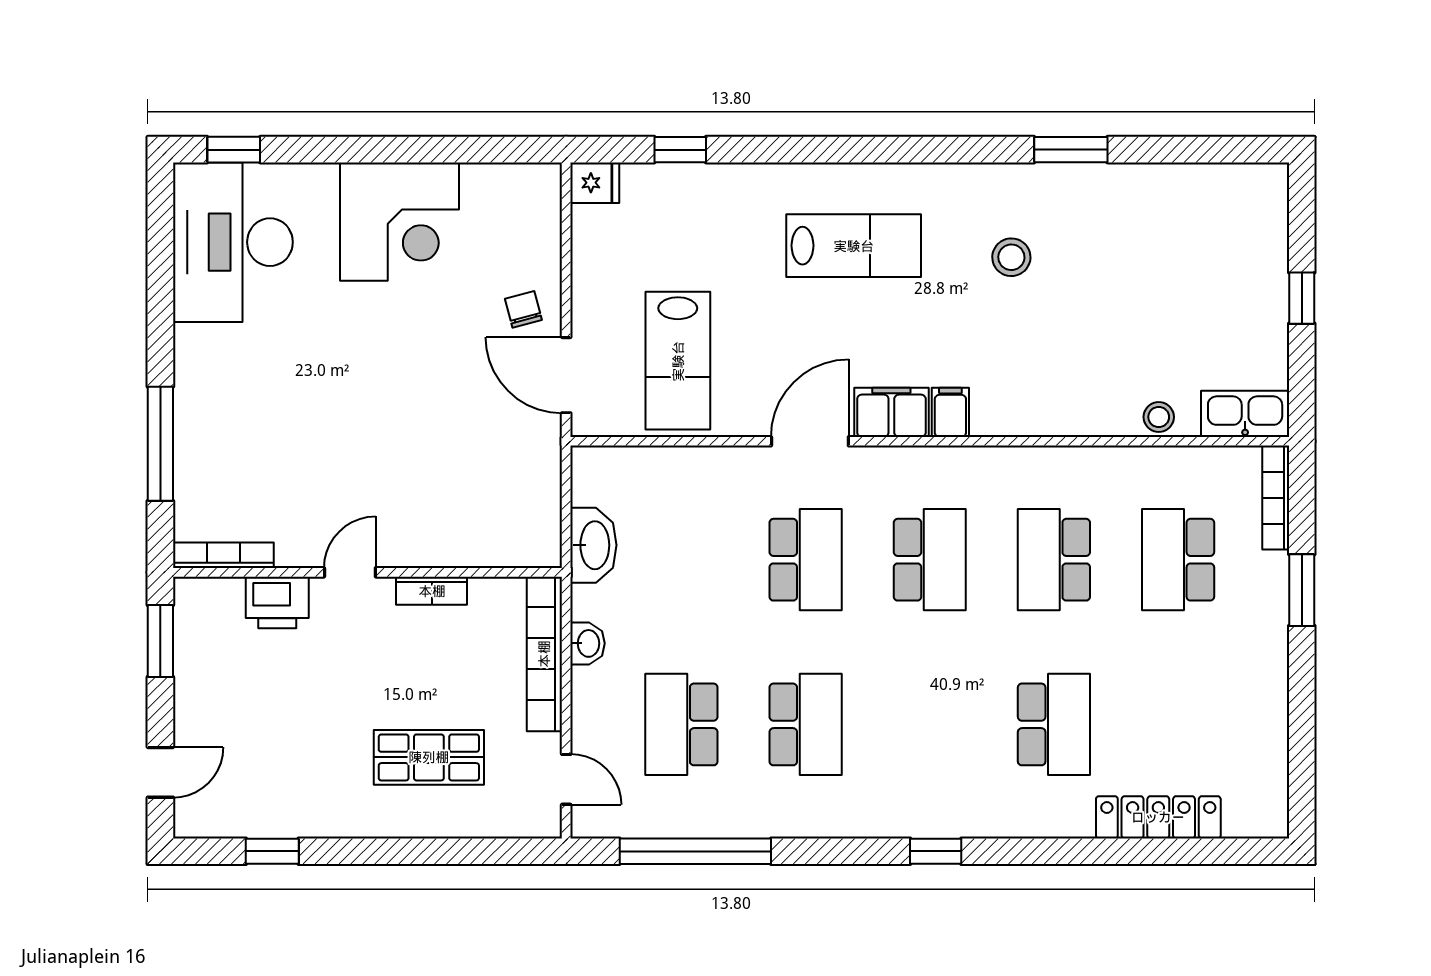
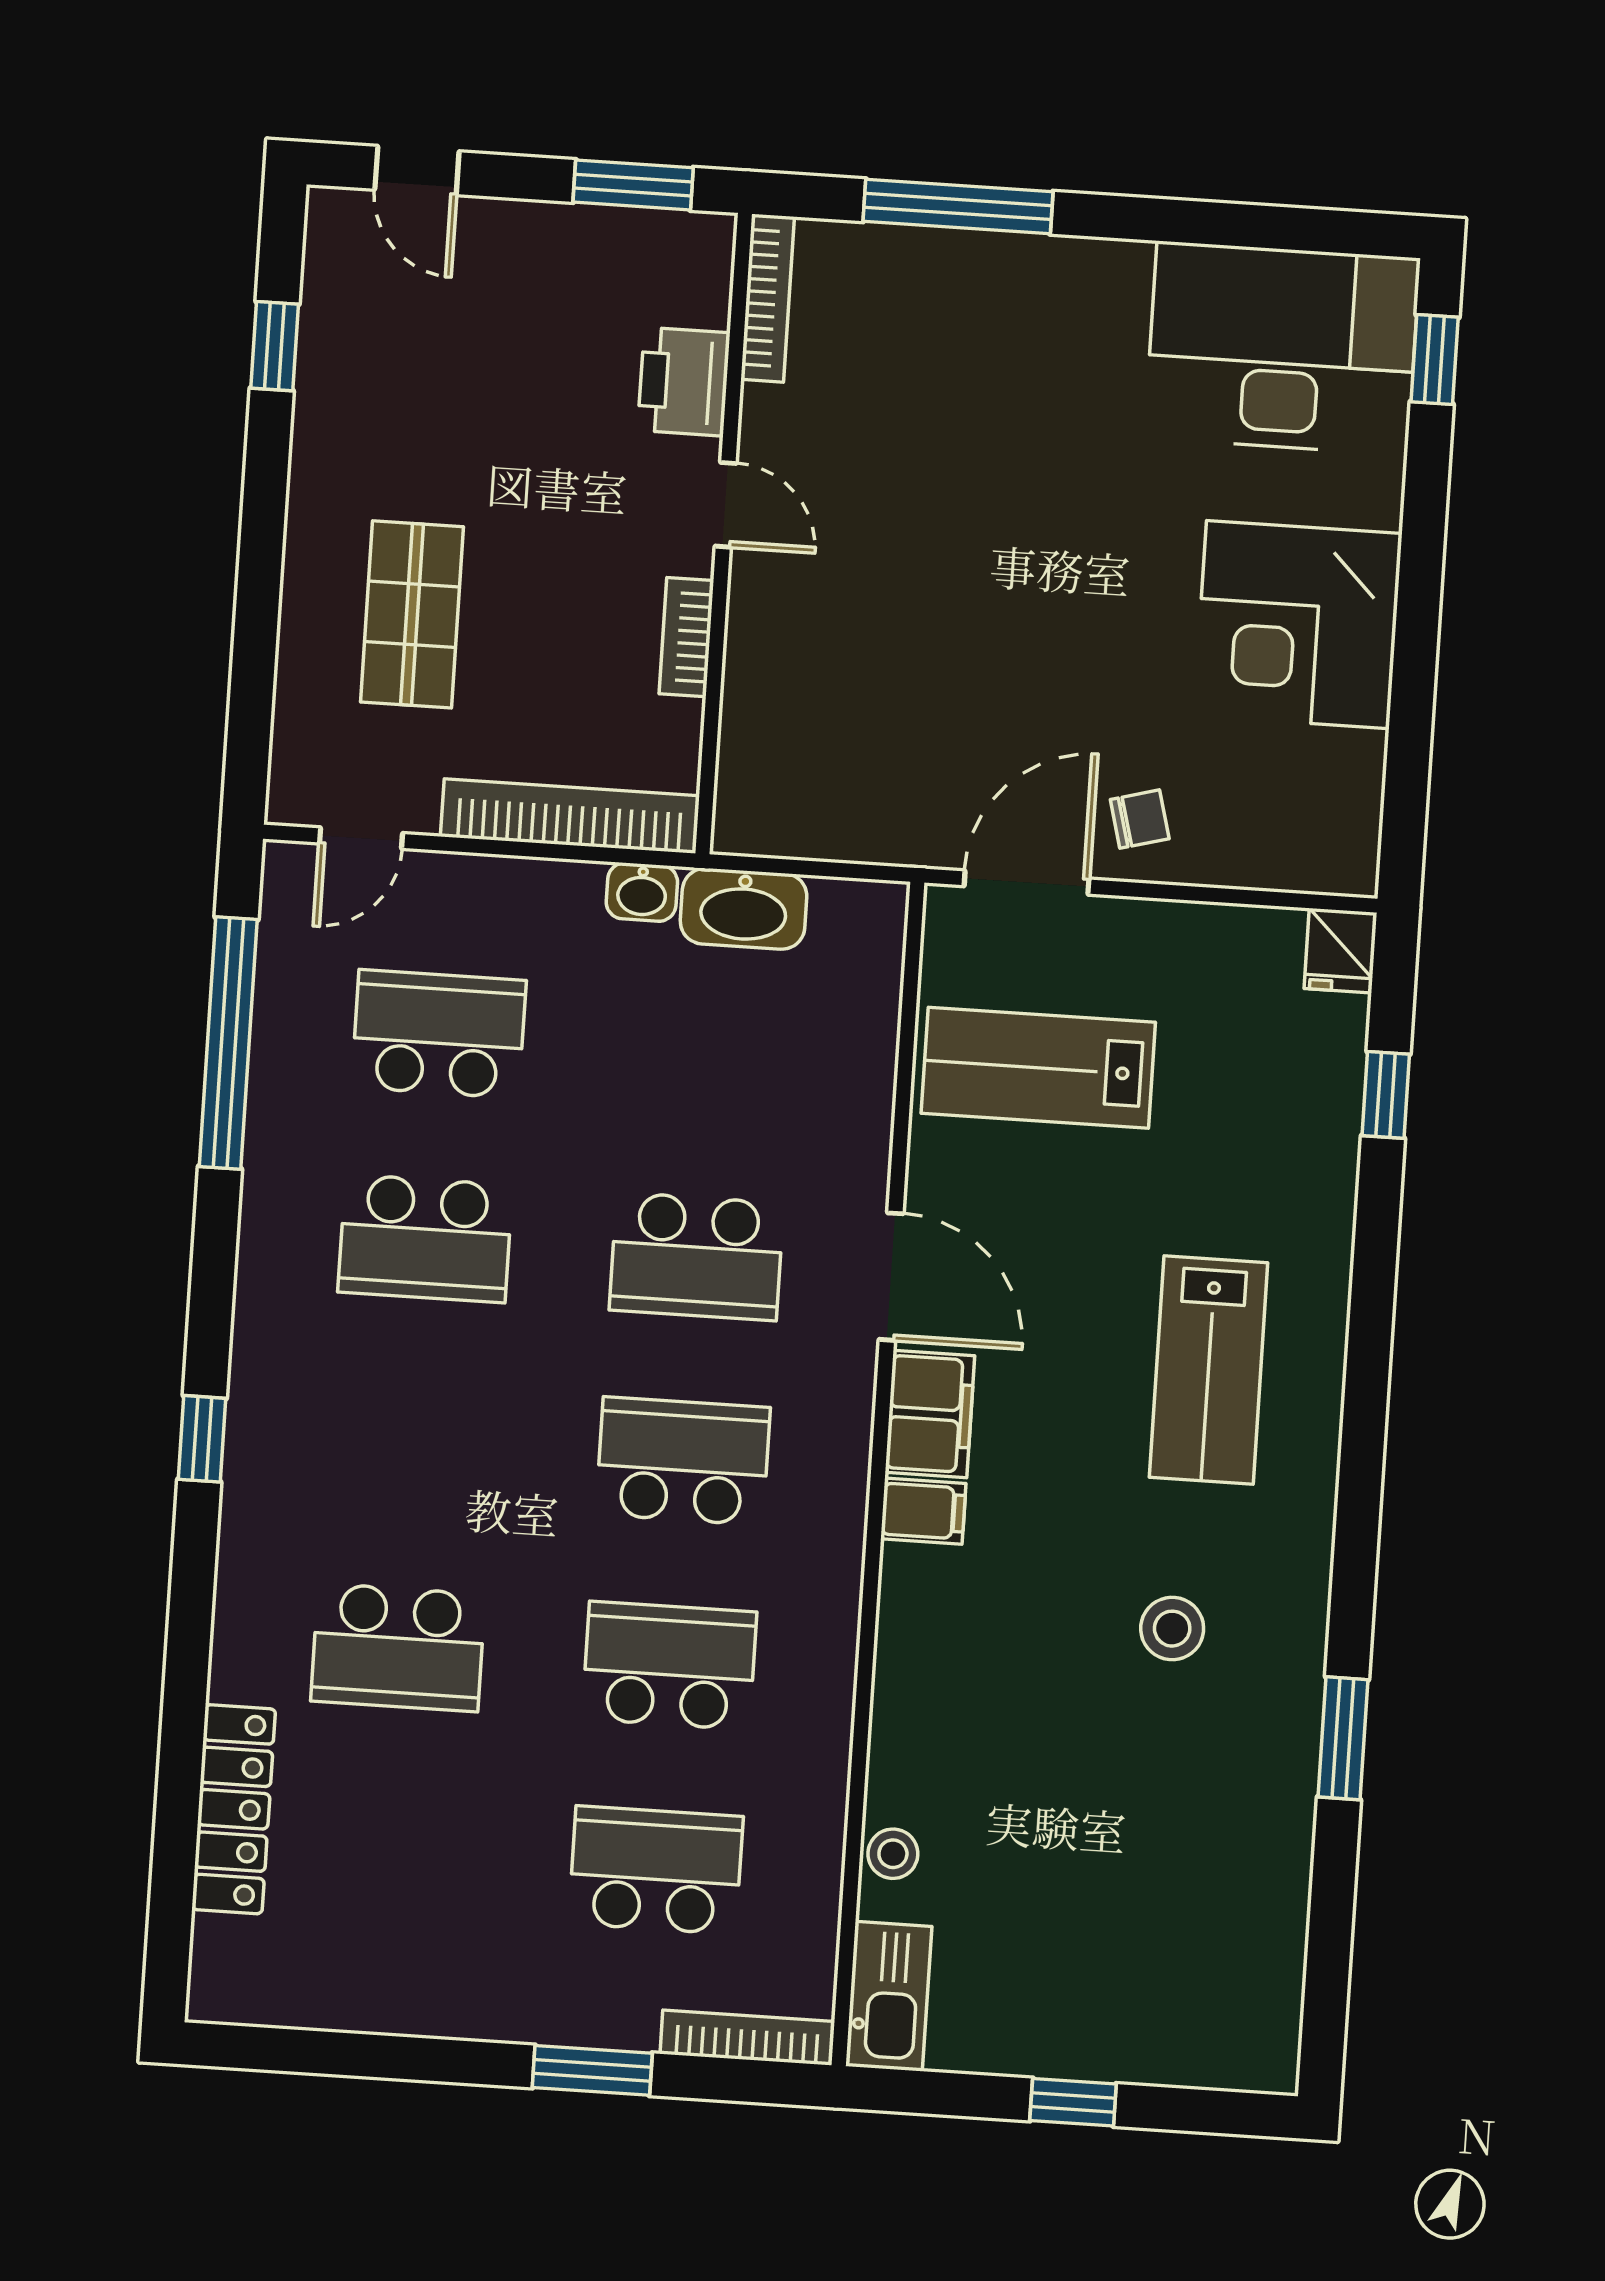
school desk: (930, 560) -> (683, 1461), turned 180
washbasin: (587, 643) -> (642, 892), moved

